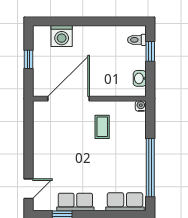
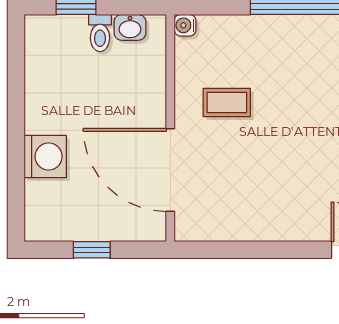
washing machine: (62, 36) -> (45, 157), moved
toilet: (137, 40) -> (100, 33), moved

